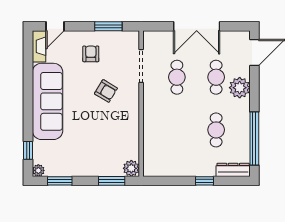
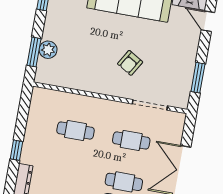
armchair: (91, 54) -> (172, 54), removed
cafe table: (216, 130) -> (75, 131), moved
plant: (131, 168) -> (48, 50), moved

